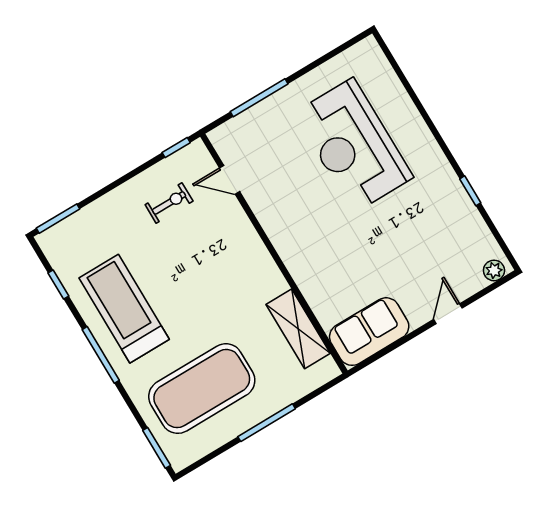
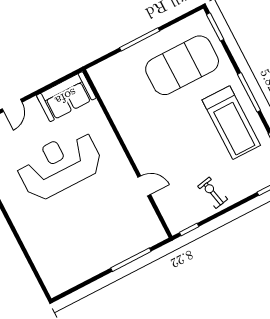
reception desk: (353, 145) -> (59, 165), moved, turned -90
door: (230, 180) -> (144, 186), moved
exercise bike: (169, 203) -> (213, 193), moved, turned 78
shelving: (298, 329) -> (114, 101), removed

